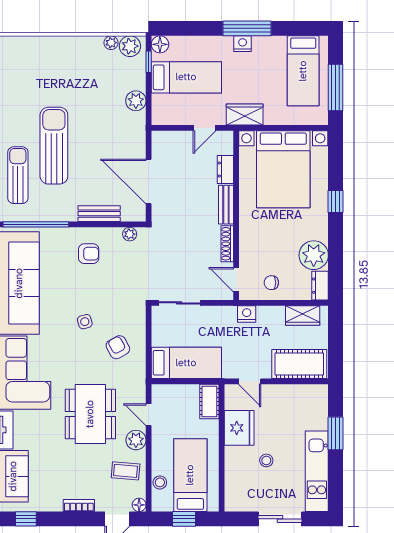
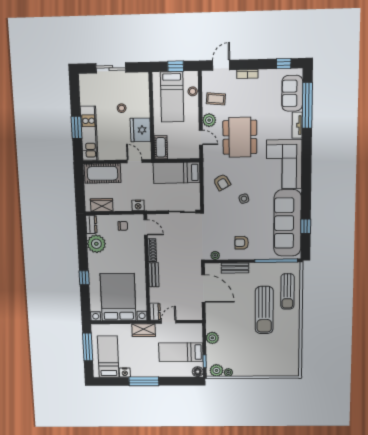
nightstand: (243, 44) -> (125, 373), moved
dresser: (225, 170) -> (155, 312), moved
kitchen unit: (317, 471) -> (89, 133), moved
floor lamp: (139, 505) -> (206, 75), removed

